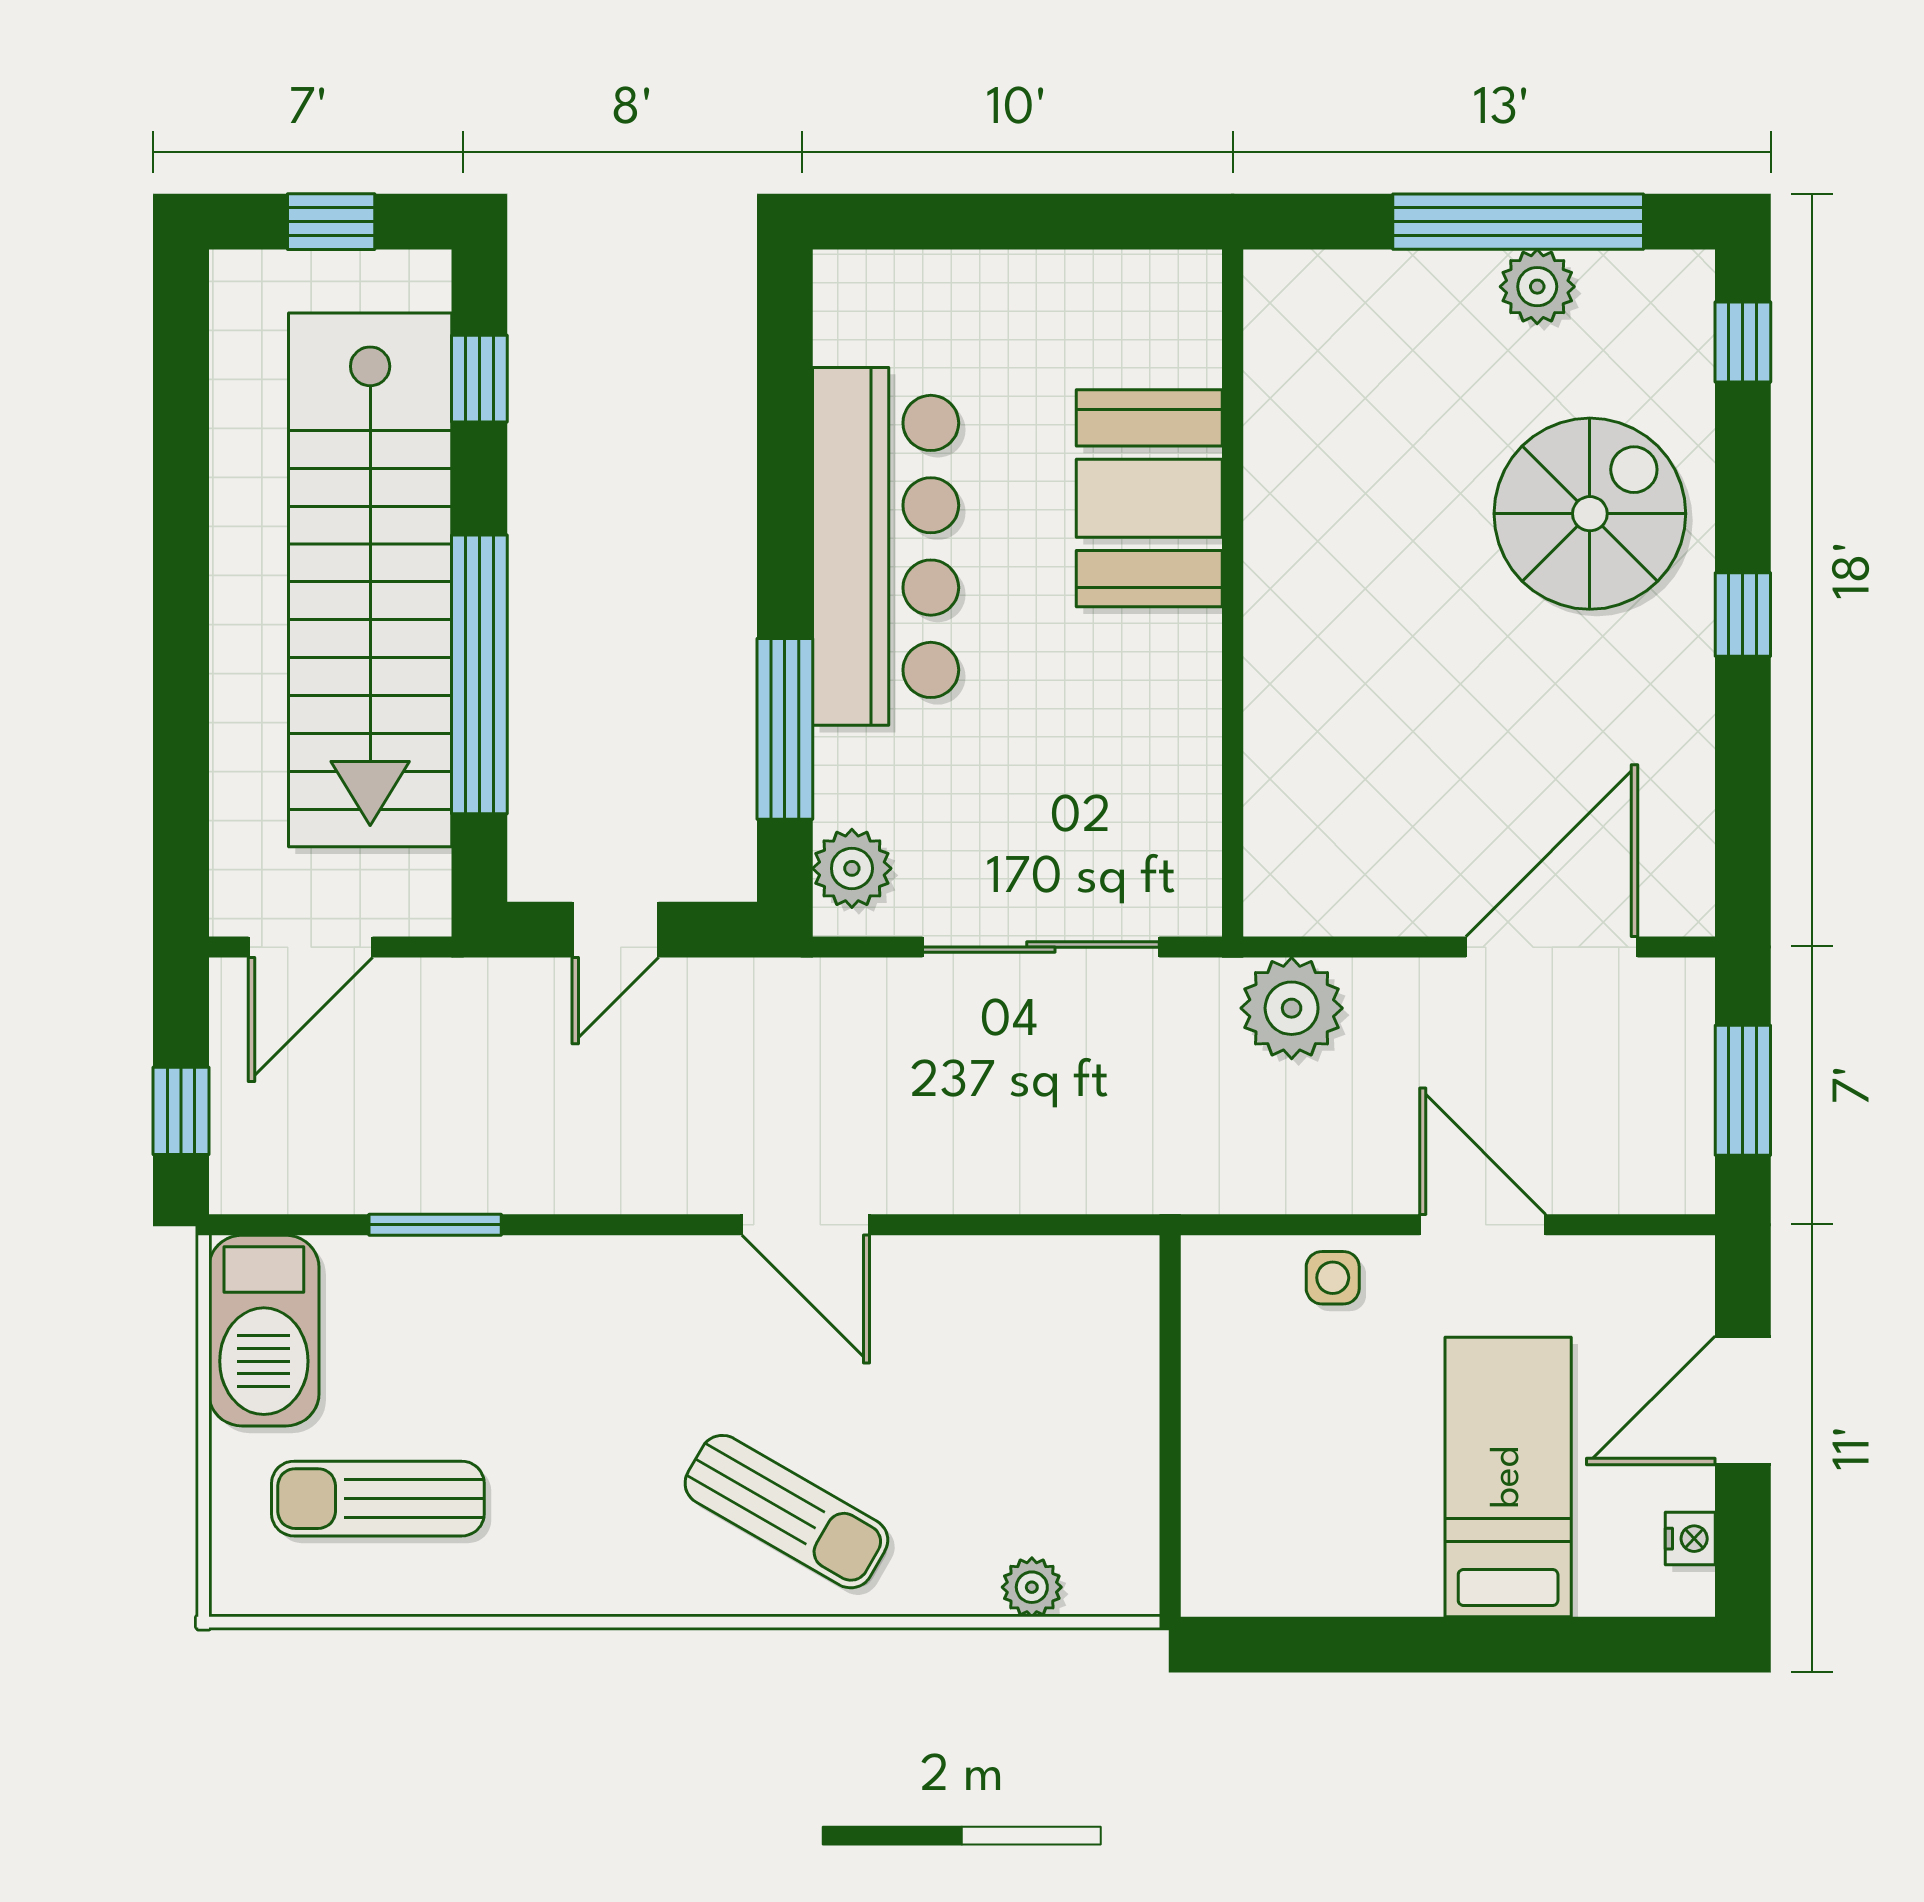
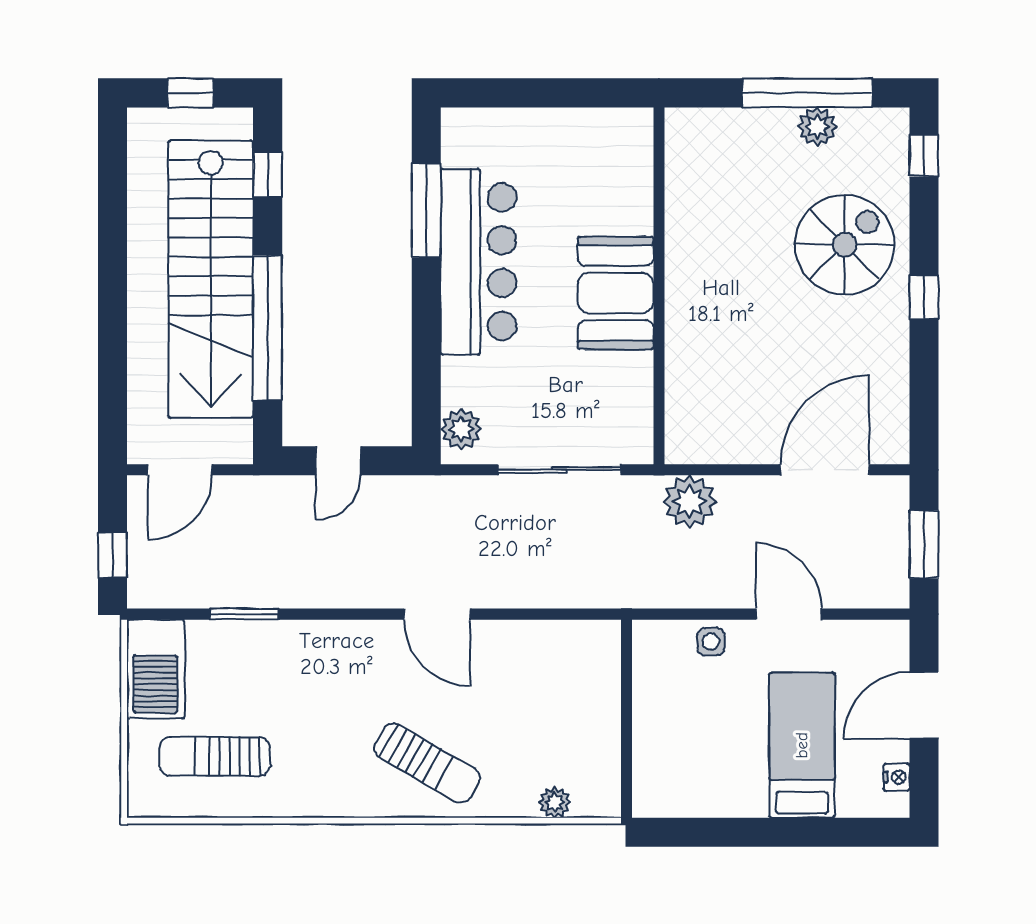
booth: (1149, 498) -> (616, 293), moved
window: (785, 729) -> (426, 210), moved

